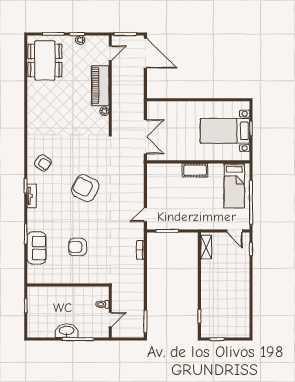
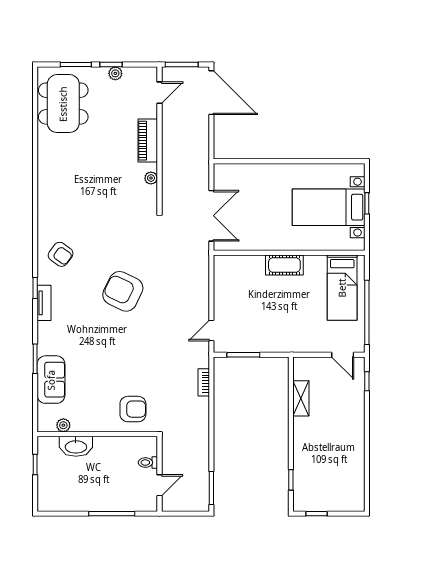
piano: (100, 86) -> (148, 141), width x0.73, depth x0.75
armchair: (77, 247) -> (133, 409), moved, turned 180
shelving: (206, 247) -> (301, 398), moved
plant: (45, 279) -> (63, 425), added
washbasin: (67, 331) -> (76, 446), moved, turned 180

